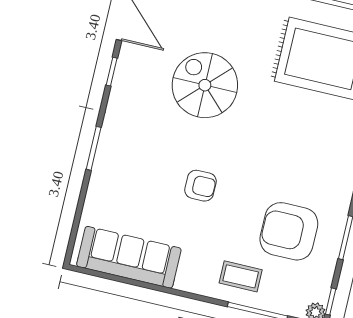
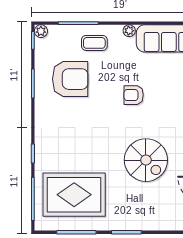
plant: (185, 282) -> (129, 31), added

